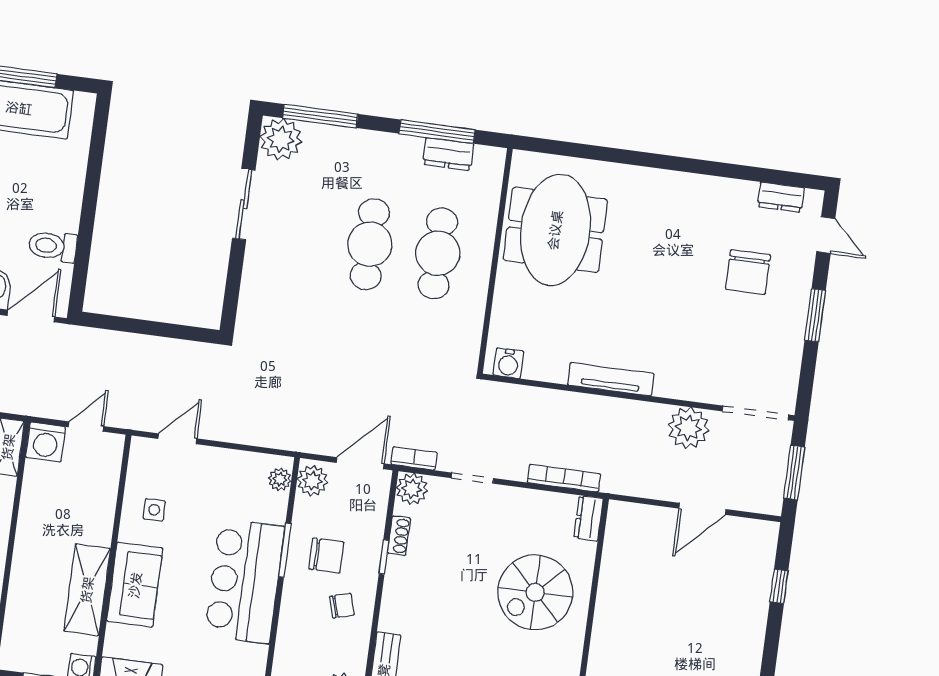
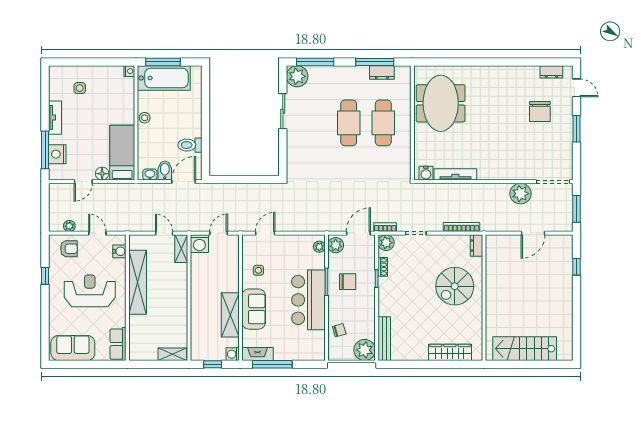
tv unit: (611, 379) -> (455, 174), moved
chair: (342, 606) -> (339, 330), moved

